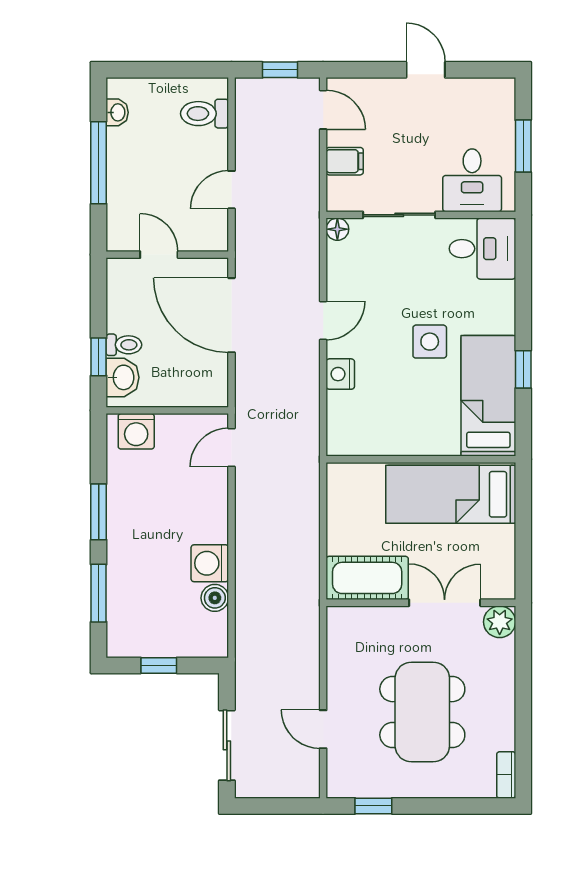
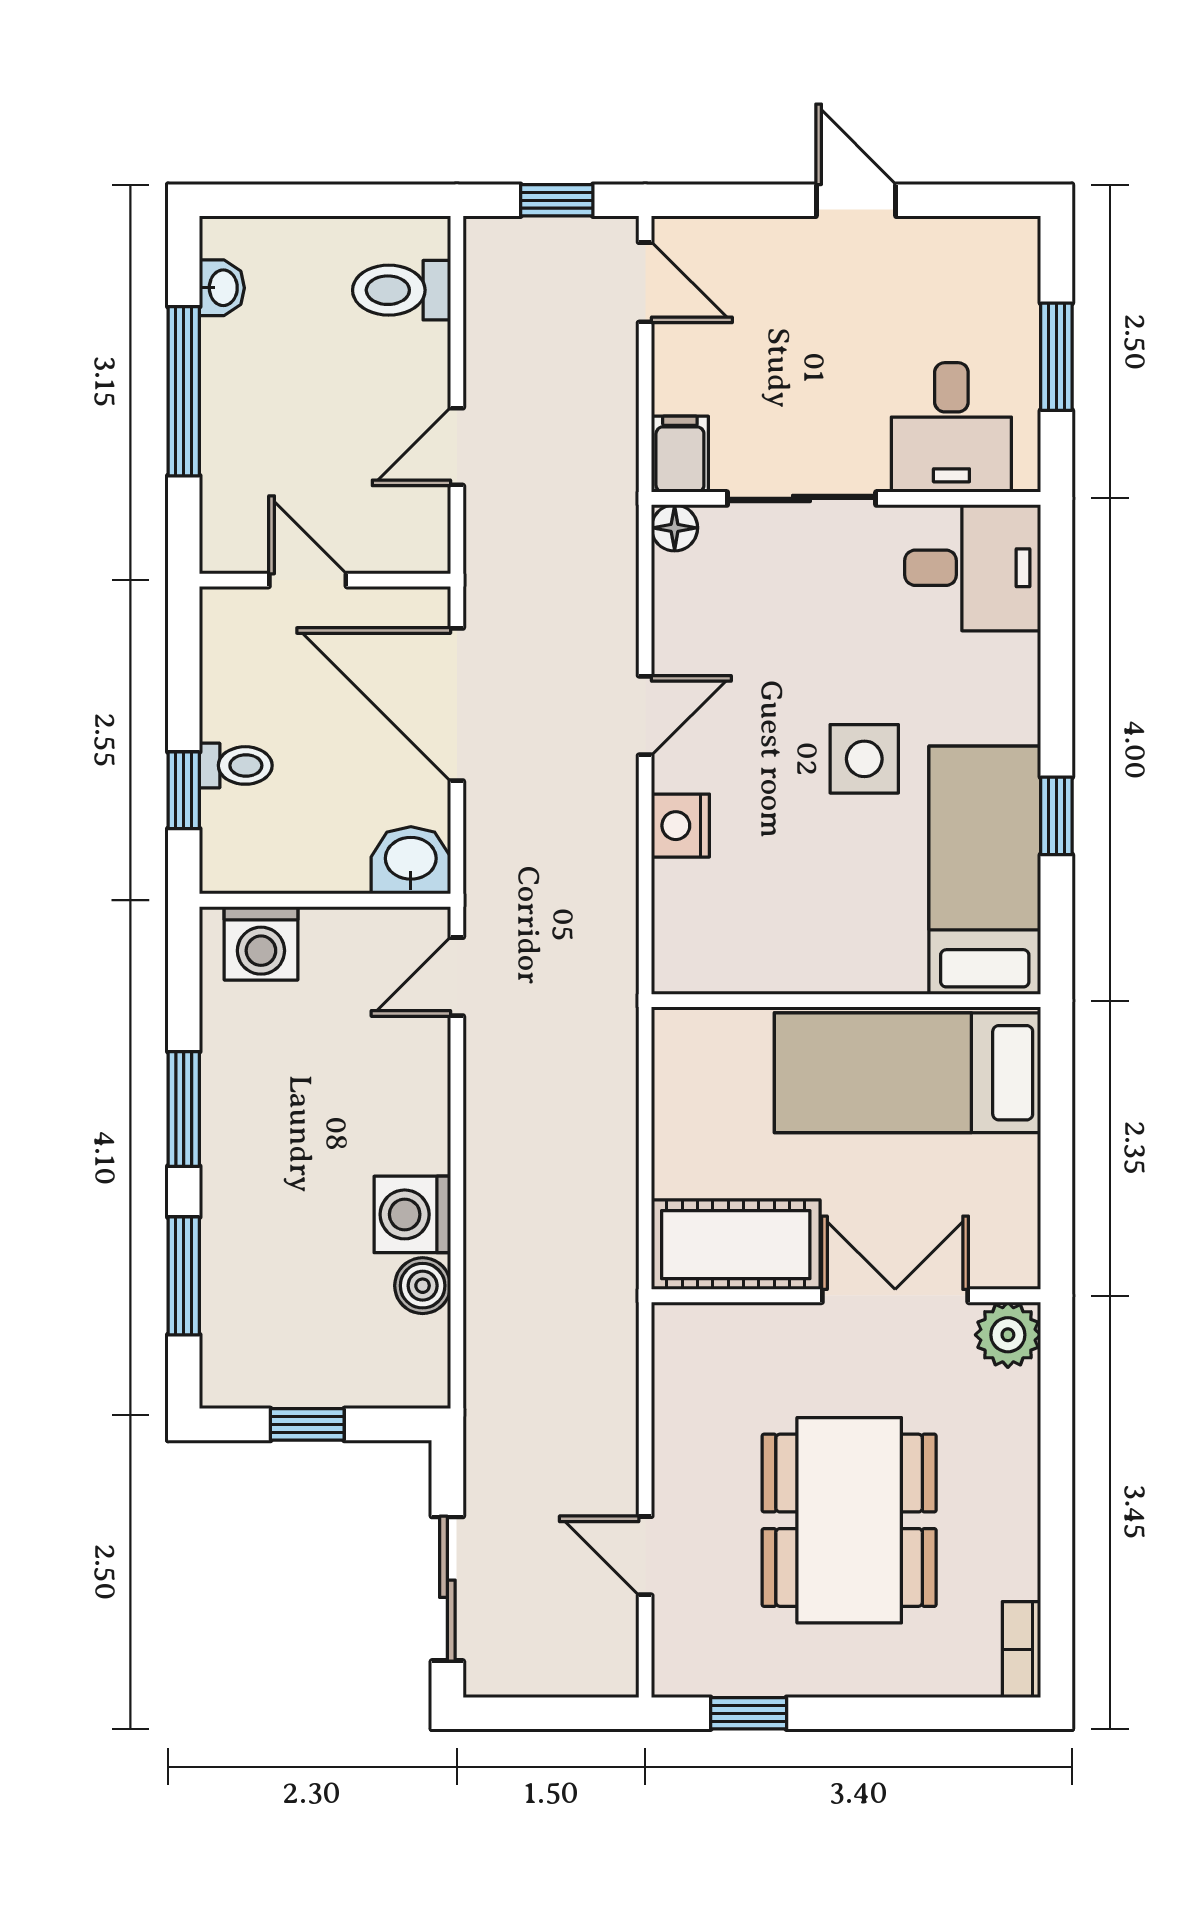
filing cabinet: (345, 161) -> (680, 454), moved, turned -90
washbasin: (123, 377) -> (411, 860), moved, turned -90

